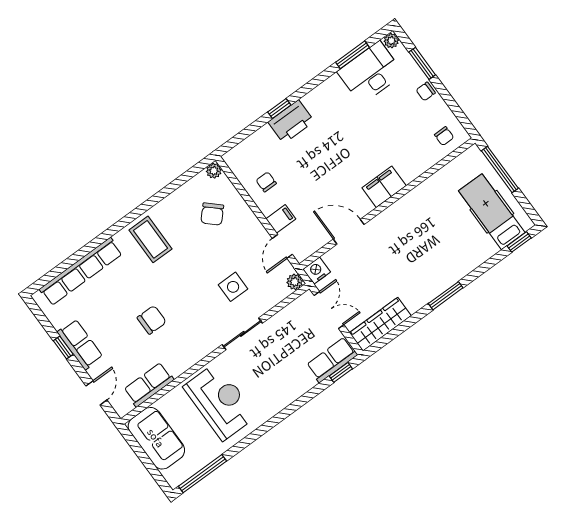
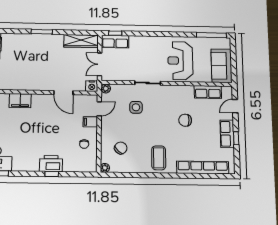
filing cabinet: (384, 187) -> (20, 101), moved

